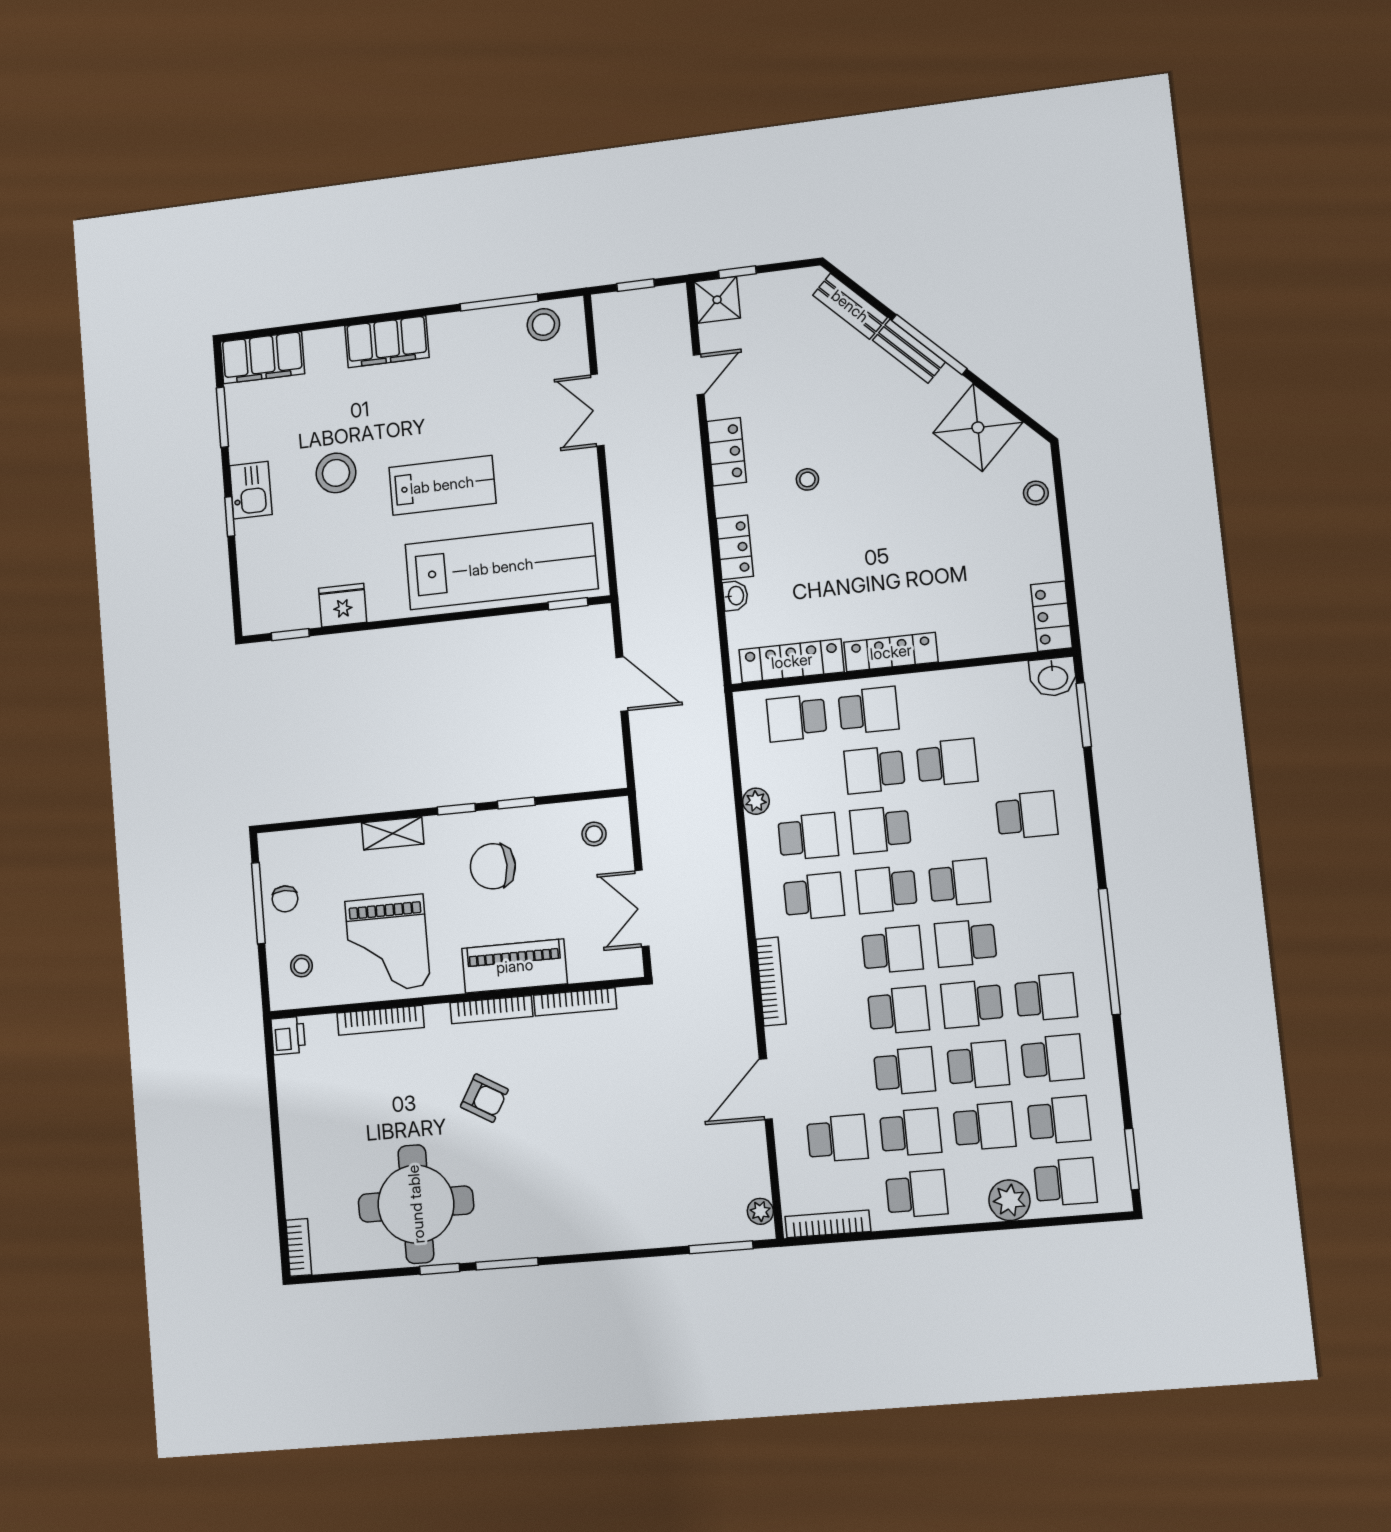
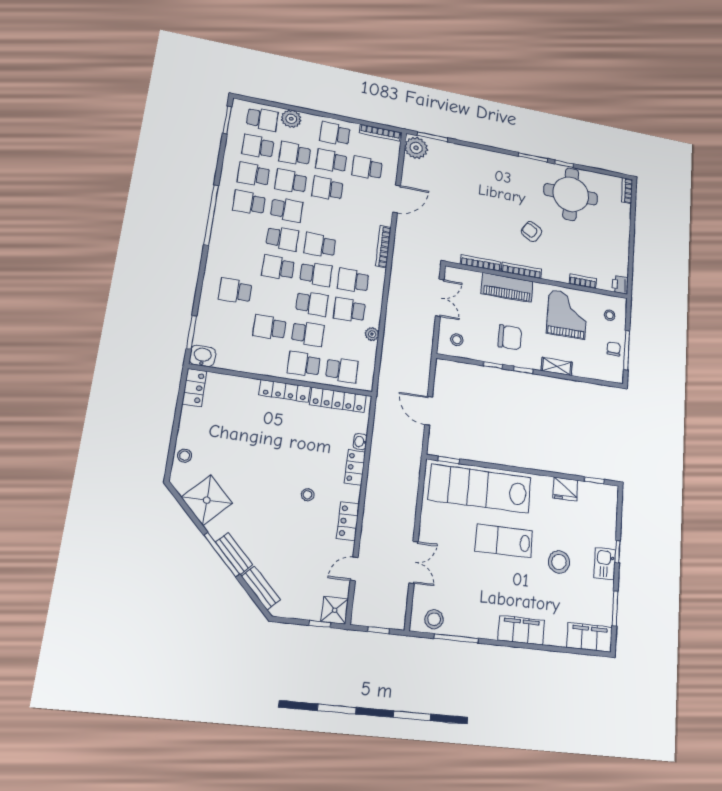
school desk: (898, 1010) -> (324, 217), removed
bookcase: (380, 1020) -> (583, 281), width x0.64
school desk: (1065, 1182) -> (262, 119), turned 180
plant: (760, 1211) -> (416, 148), width x1.88, depth x1.88

